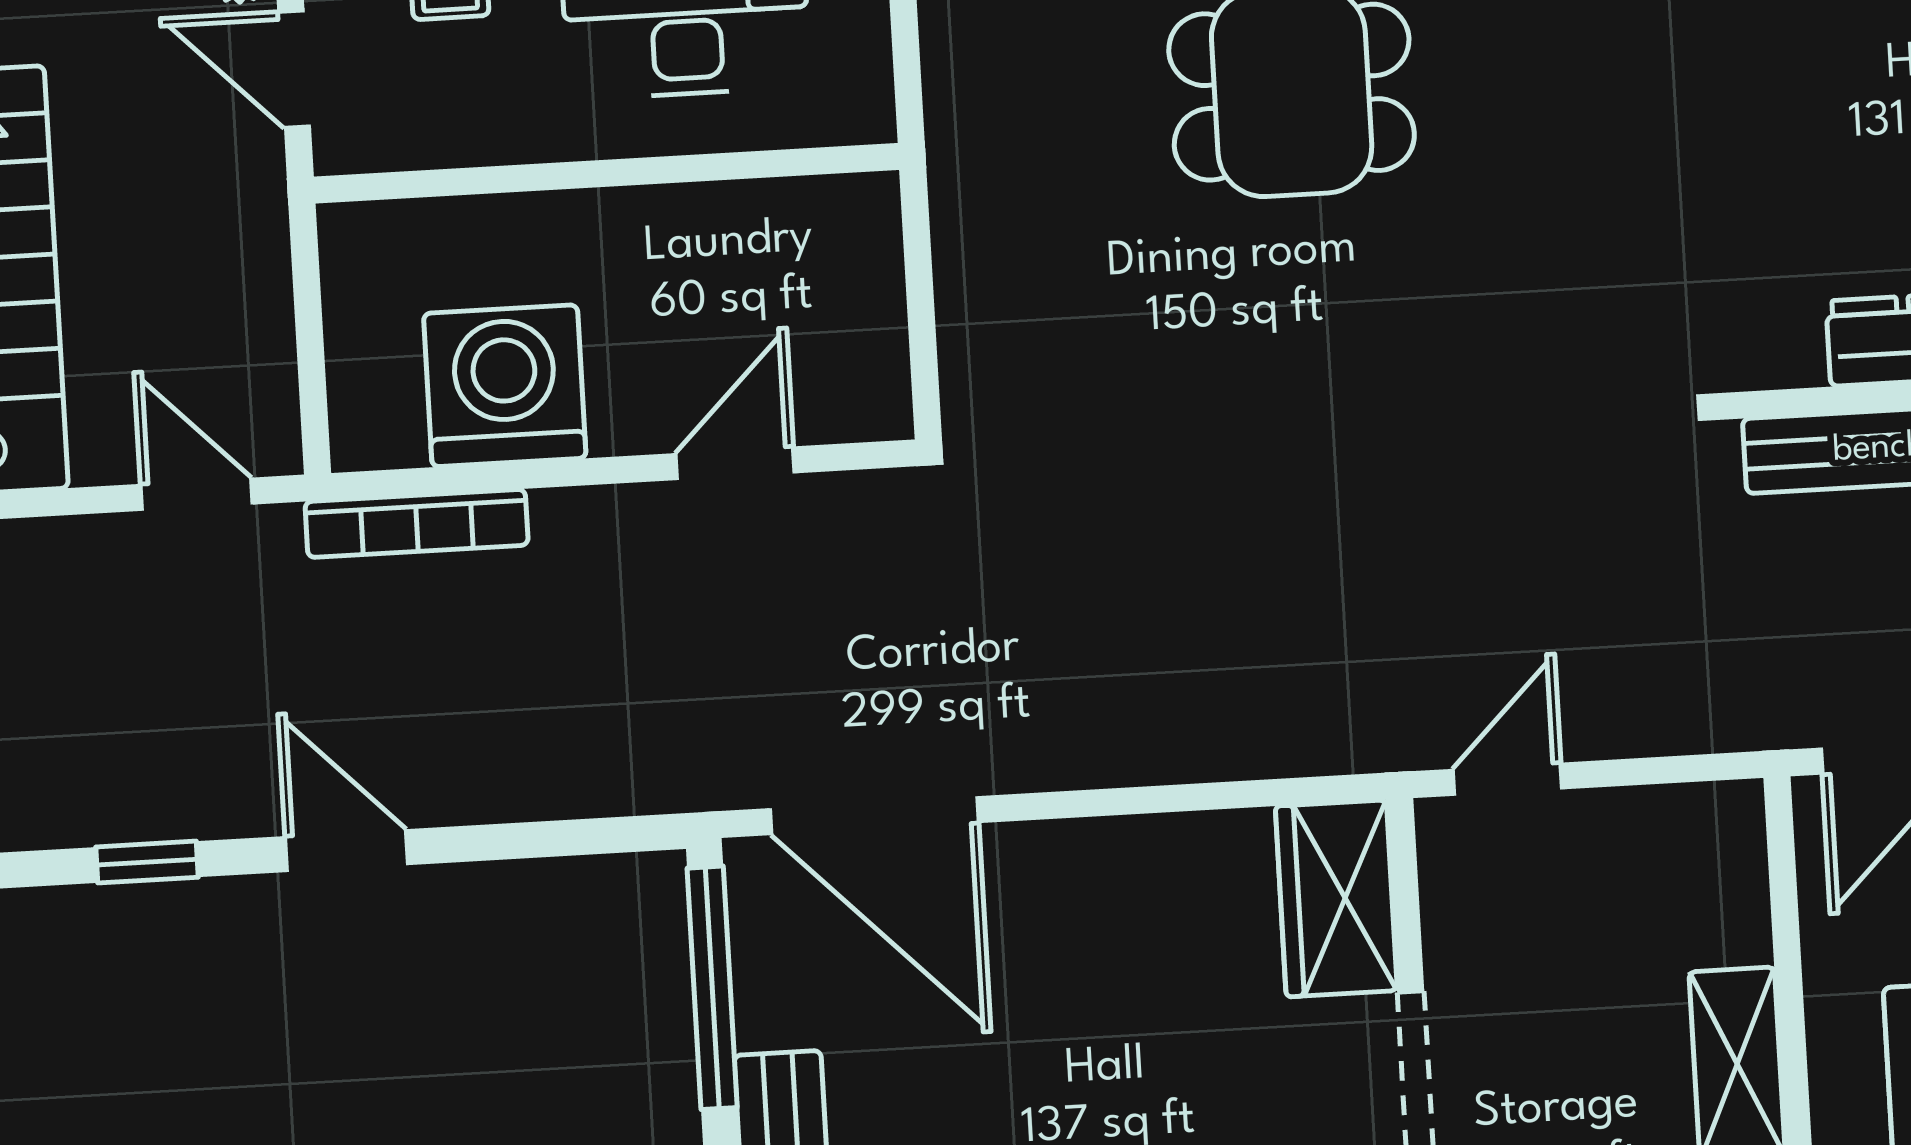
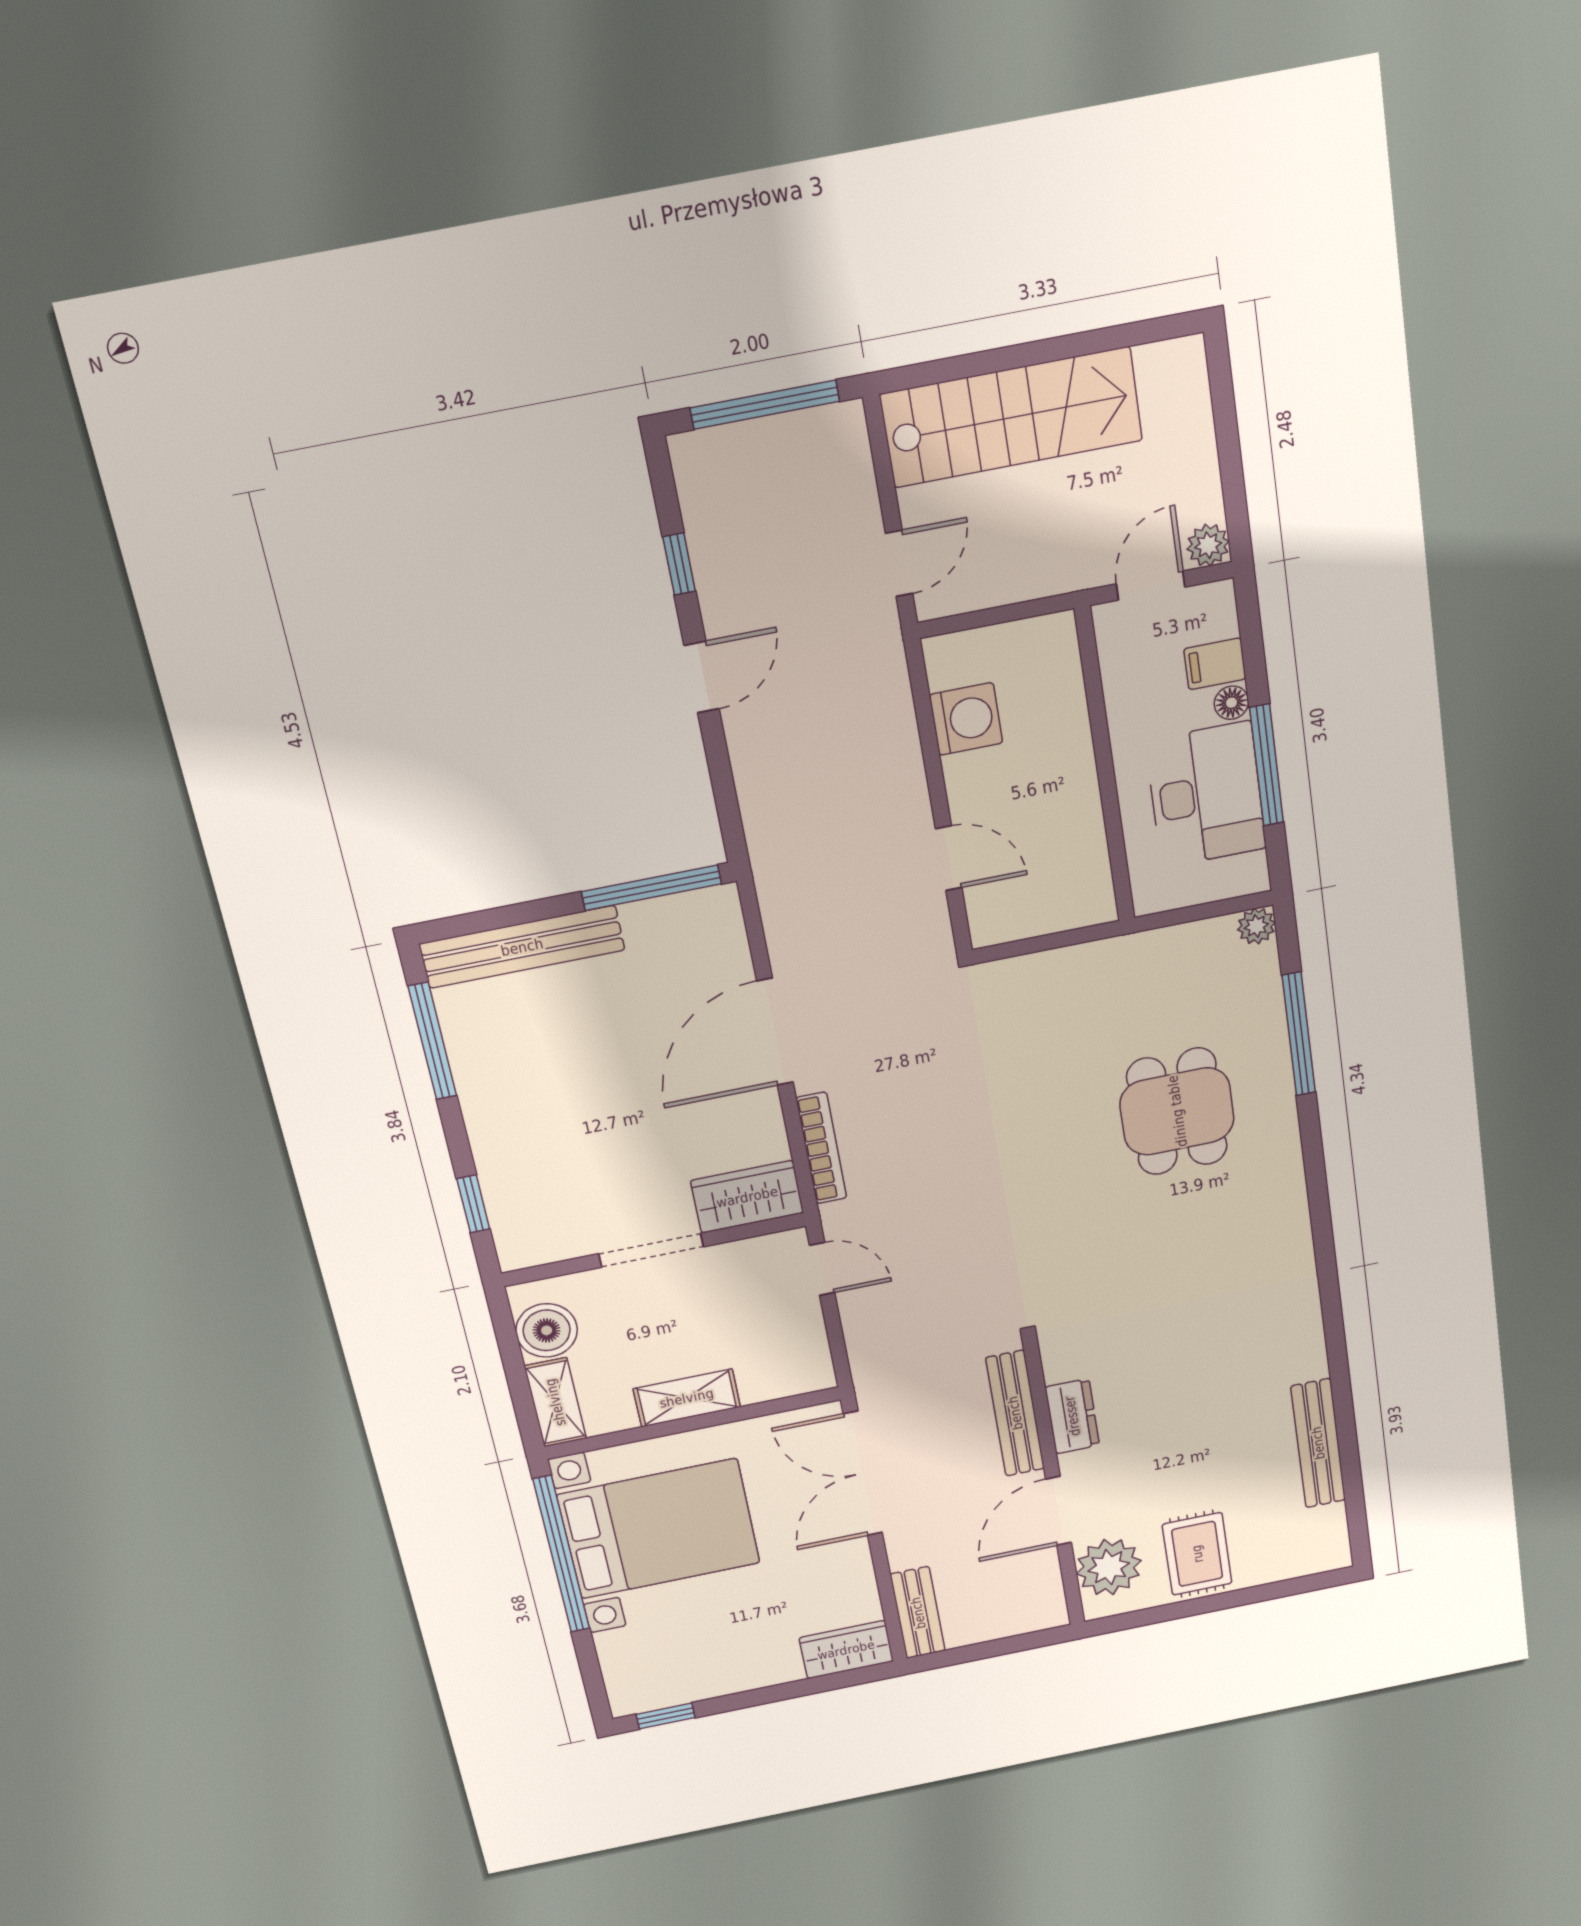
washing machine: (505, 386) -> (966, 719), width x0.73, depth x0.73
bookcase: (417, 523) -> (821, 1148), moved, turned 180
door: (874, 816) -> (775, 1032), moved

